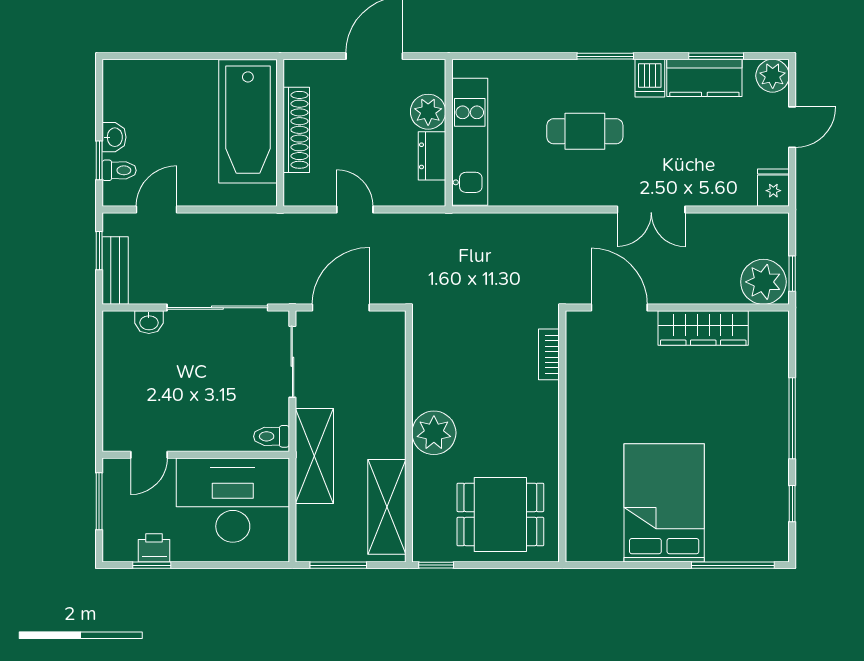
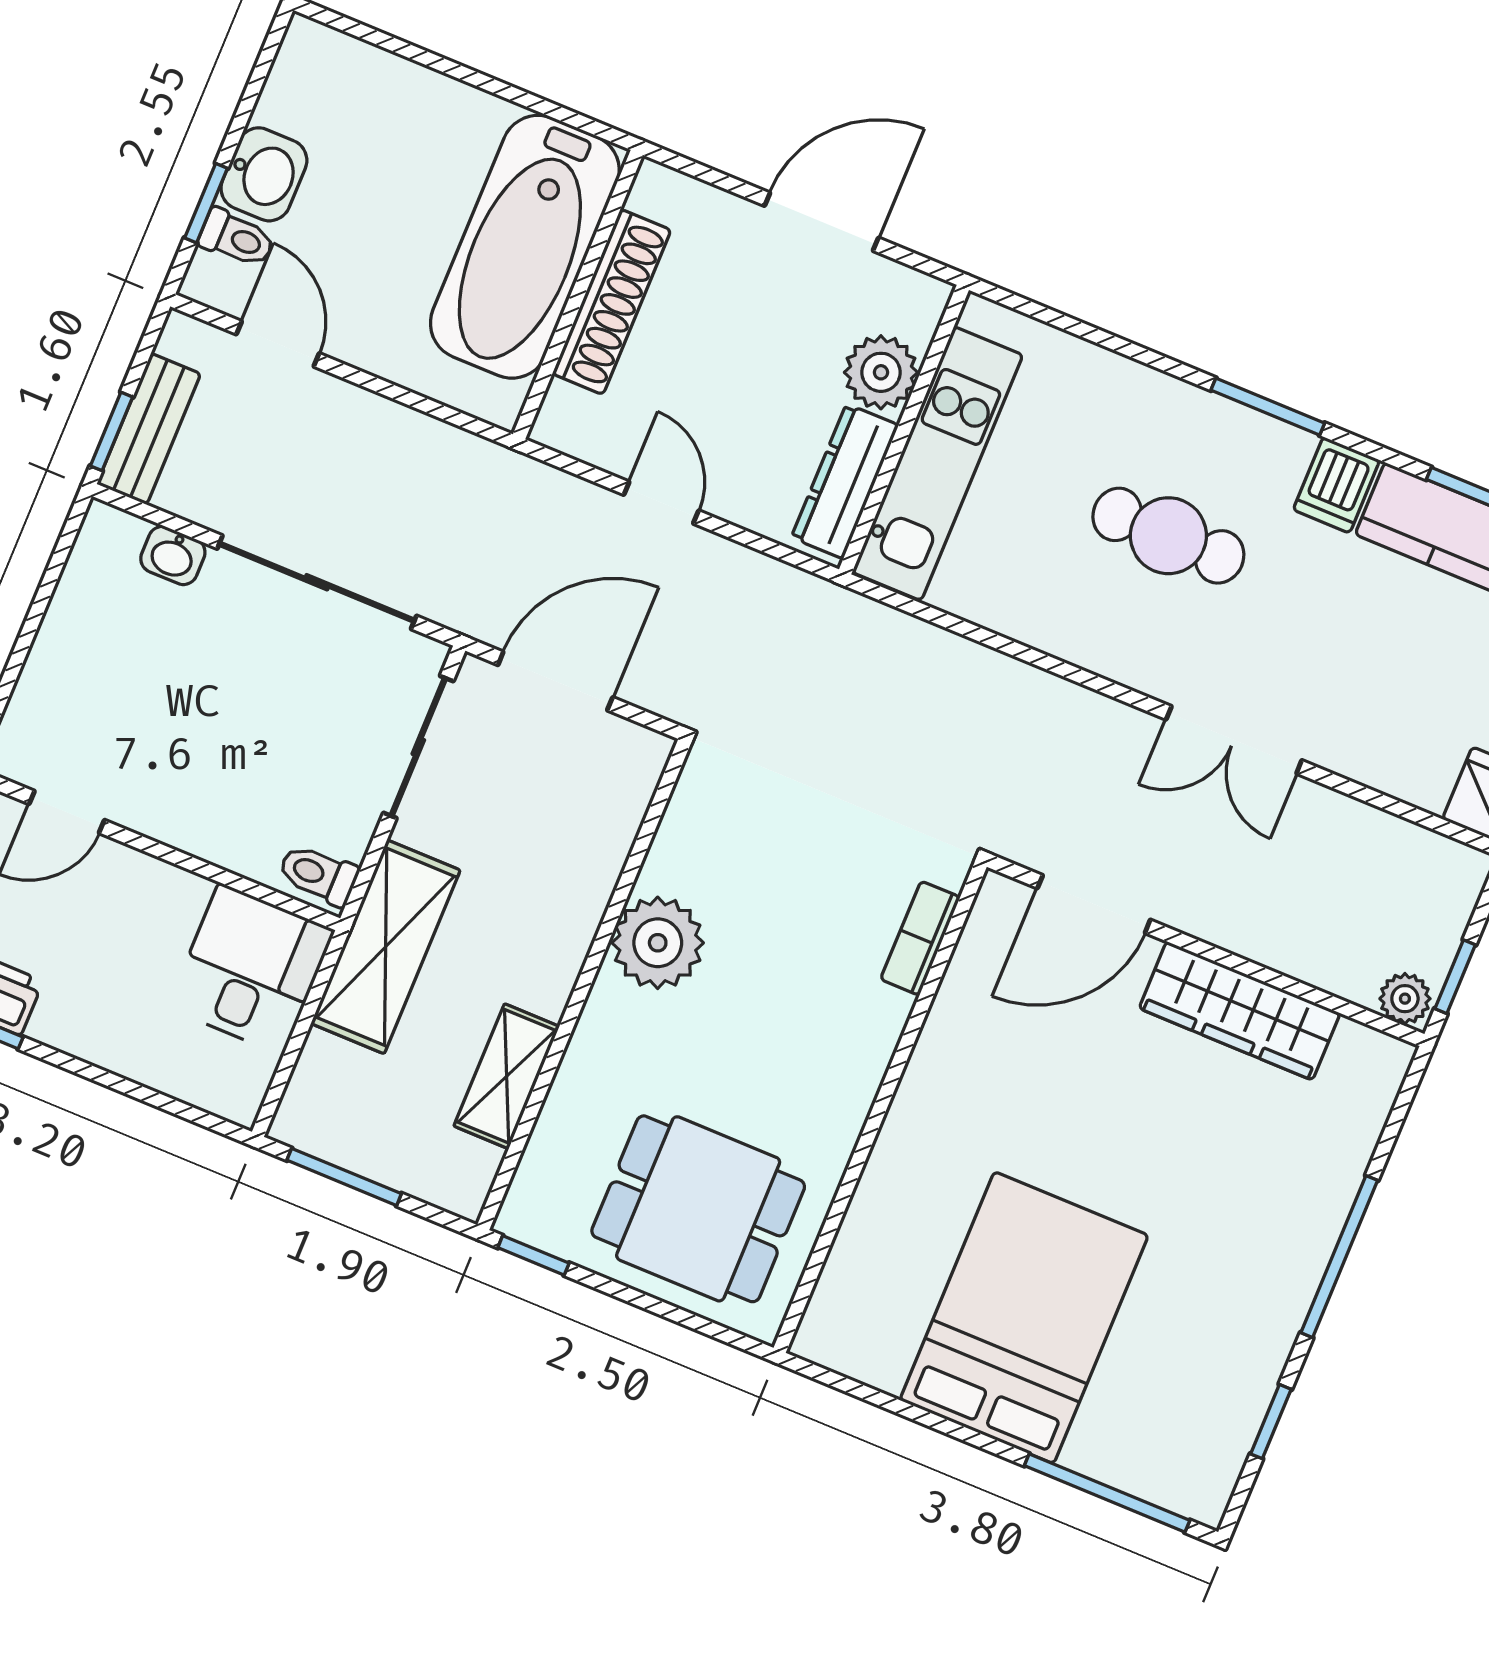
washbasin: (114, 137) -> (264, 174), width x1.38, depth x1.45
dresser: (432, 156) -> (845, 481), width x1.44
door: (157, 209) -> (278, 344), hinge flipped
window: (99, 251) -> (111, 431), moved
plant: (763, 282) -> (1405, 999), width x0.53, depth x0.53
door: (619, 308) -> (1094, 904), swing flipped
plant: (434, 433) -> (658, 943), moved
desk: (233, 500) -> (251, 969), width x0.53, depth x0.77
shelving: (387, 507) -> (507, 1076), width x0.67, depth x0.75

